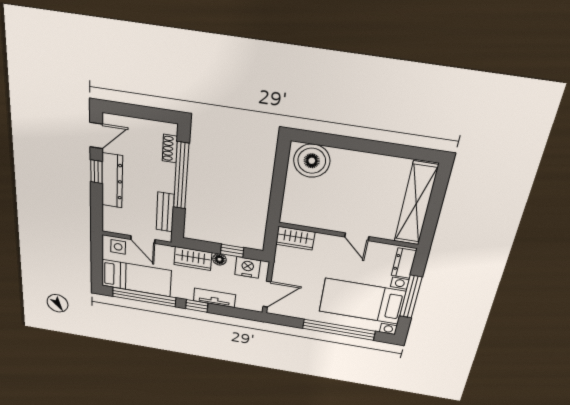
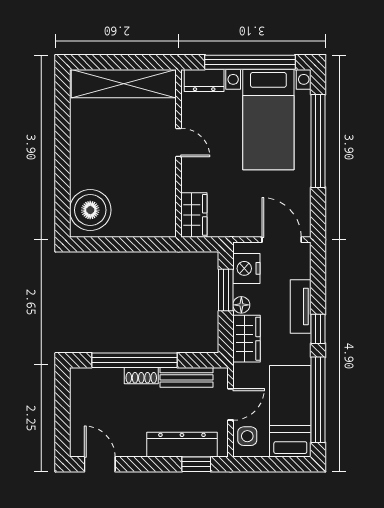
shoe rack: (170, 149) -> (141, 376), moved
window: (96, 172) -> (196, 464), moved
dresser: (112, 181) -> (182, 445), moved
door: (357, 237) -> (178, 143), hinge flipped
window: (232, 251) -> (226, 290), width x1.50
window: (411, 297) -> (250, 62), width x1.46

